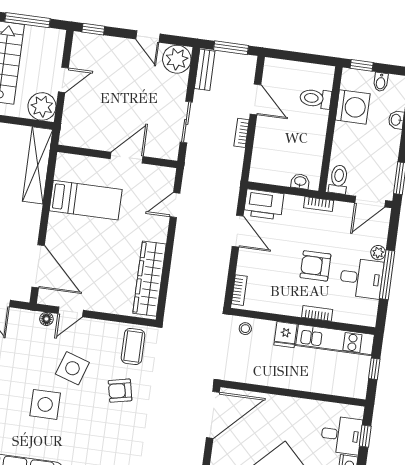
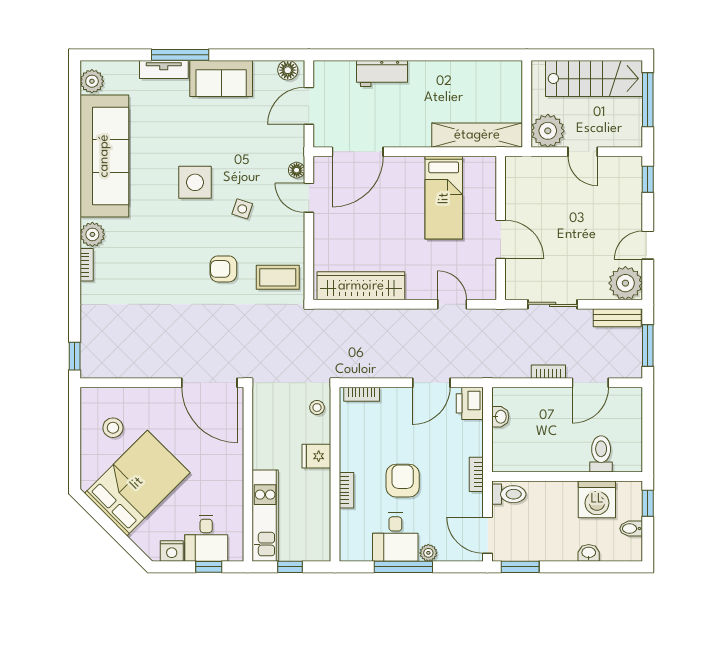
washbasin: (300, 181) -> (500, 417), moved
printer: (264, 204) -> (470, 403), width x0.73, depth x0.84
kitchen unit: (335, 340) -> (265, 516), moved, turned 180
side table: (72, 368) -> (242, 209), width x0.54, depth x0.54
armchair: (120, 391) -> (223, 269), turned -78

